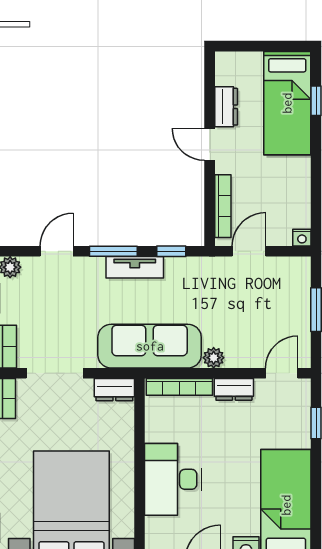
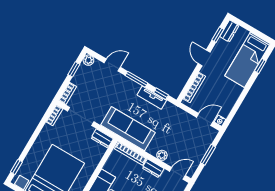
window: (210, 90) -> (218, 35), added
dresser: (226, 107) -> (229, 31), moved
door: (249, 251) -> (205, 120), moved
tv unit: (135, 267) -> (152, 98), moved
plant: (214, 358) -> (162, 155), moved

